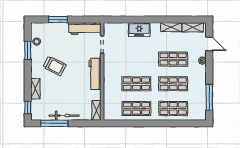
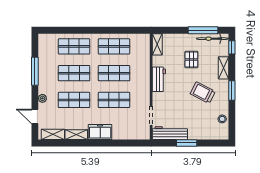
window: (58, 20) -> (187, 143), moved
freezer: (139, 30) -> (100, 132), moved
window: (28, 50) -> (232, 90), moved
shop shelf: (136, 59) -> (114, 100), added
workbench: (95, 74) -> (159, 79), width x0.73
pallet: (65, 96) -> (191, 60), added
window: (209, 97) -> (35, 71), moved
bicycle: (64, 116) -> (212, 39), moved

